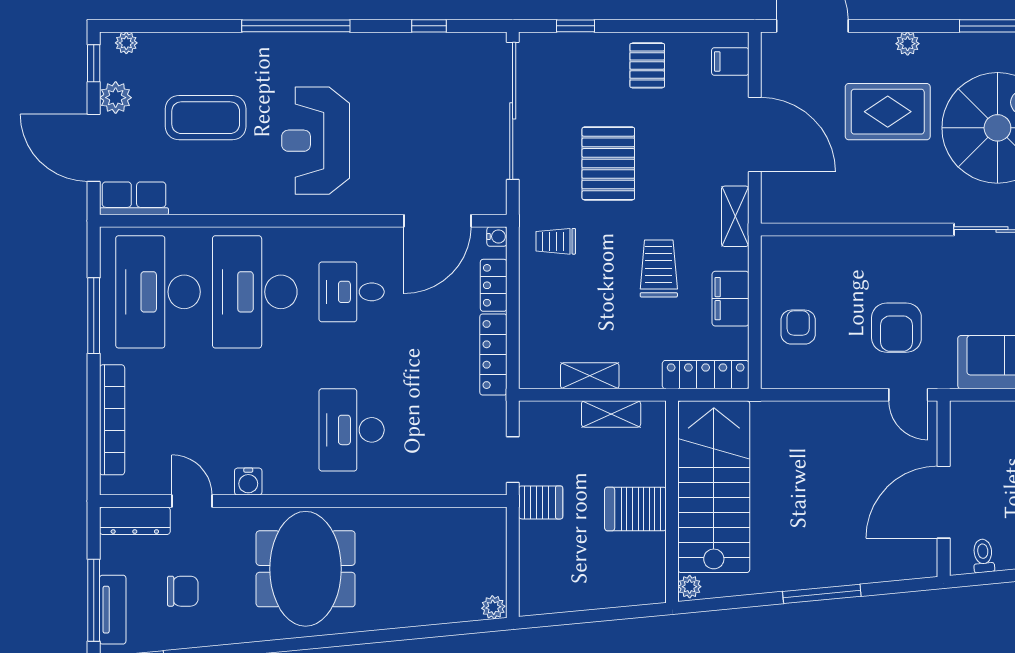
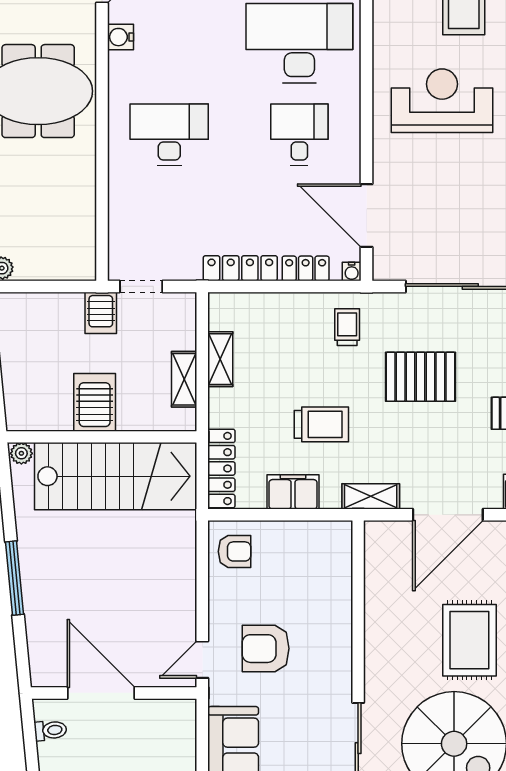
armchair: (798, 327) -> (235, 551), moved

